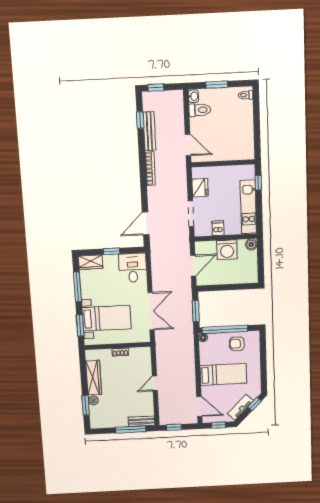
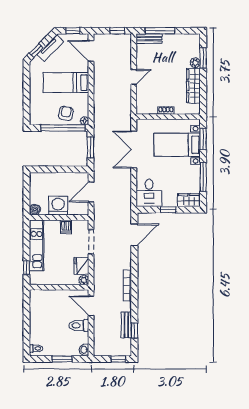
toilet: (200, 110) -> (79, 325), moved
bench: (149, 131) -> (126, 325), width x0.73
plant: (197, 172) -> (84, 280), added
armchair: (237, 344) -> (66, 113), moved, turned -78

